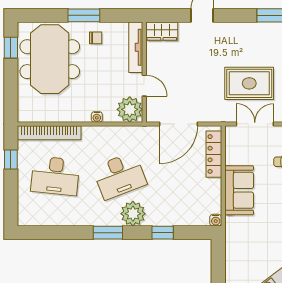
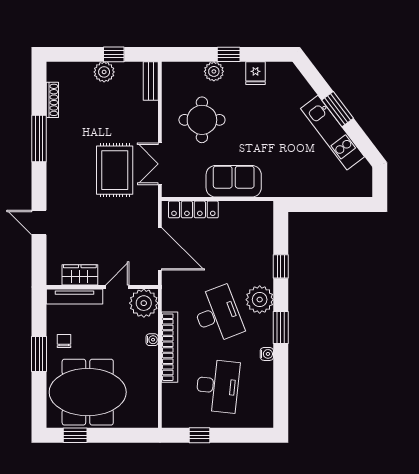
wardrobe: (162, 31) -> (80, 275), moved, turned -90
bookcase: (49, 133) -> (170, 347), moved
water cooler: (216, 220) -> (267, 354), moved

